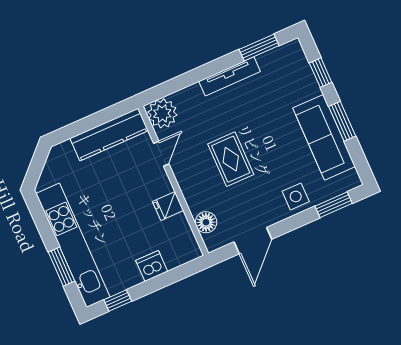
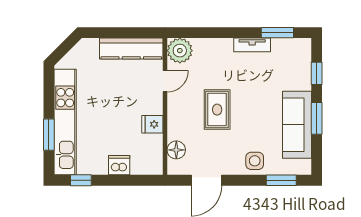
tv unit: (230, 76) -> (252, 45), width x0.71

